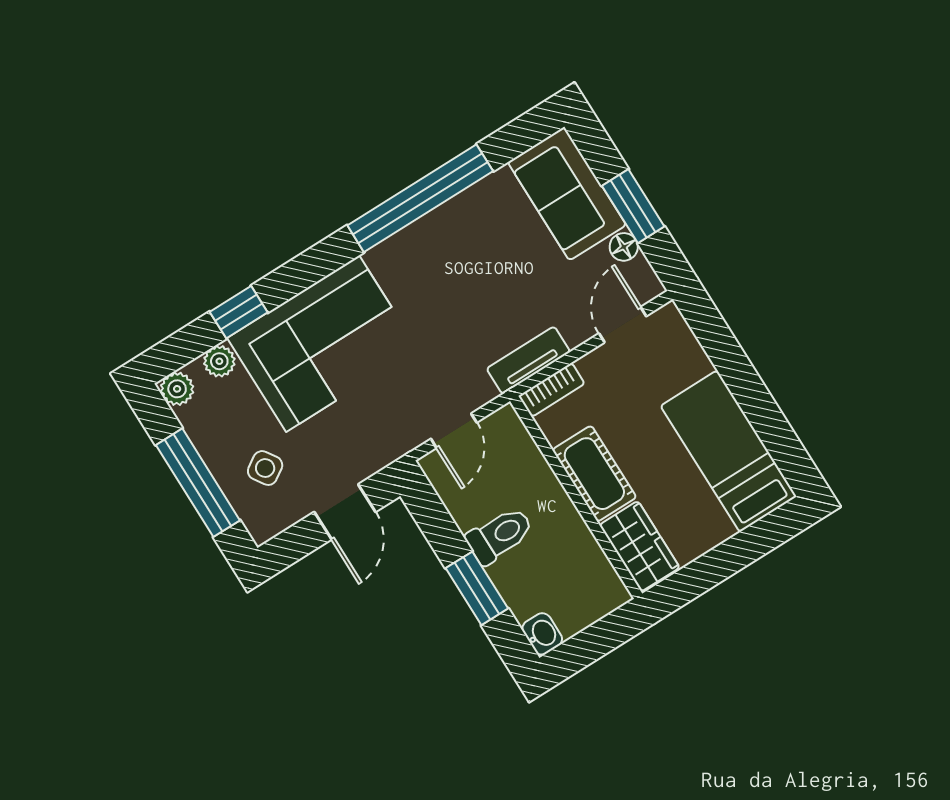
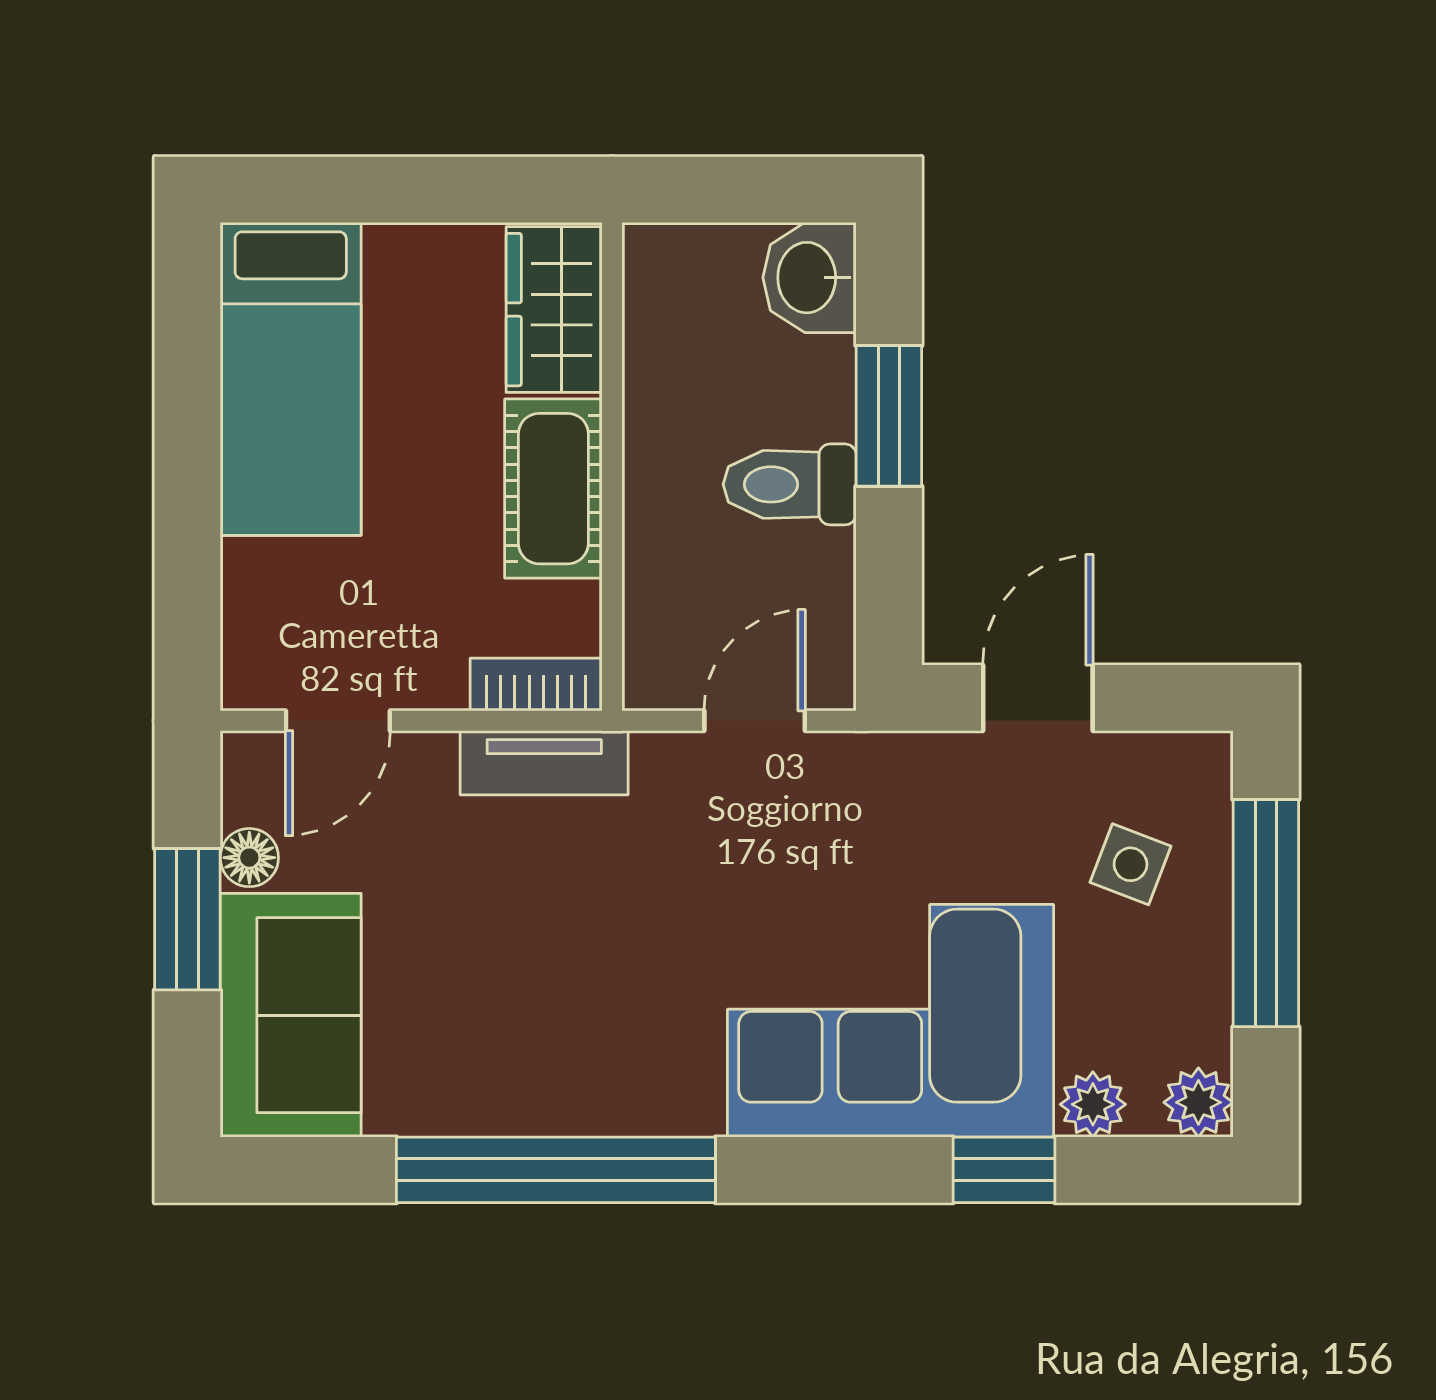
side table: (265, 468) -> (1131, 864), turned -36
washbasin: (542, 634) -> (810, 278), width x1.38, depth x1.45

